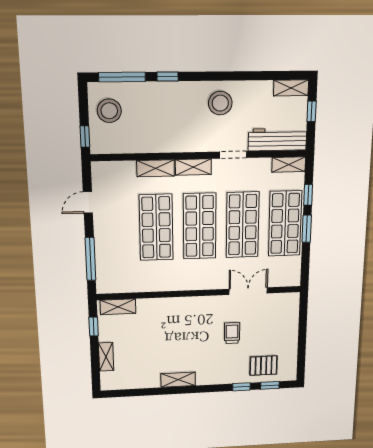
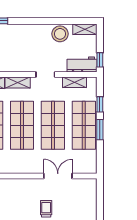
stool: (220, 103) -> (60, 34), moved
window: (312, 111) -> (100, 60), moved
workbench: (277, 140) -> (82, 64), width x0.73
shelving: (289, 165) -> (75, 82), moved

